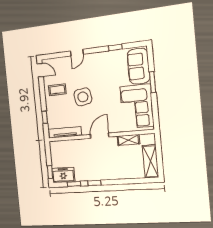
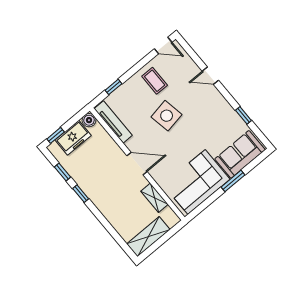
door: (40, 70) -> (163, 46), hinge flipped
boiler: (54, 146) -> (89, 120), added
freezer: (63, 175) -> (73, 138), moved, turned 90

